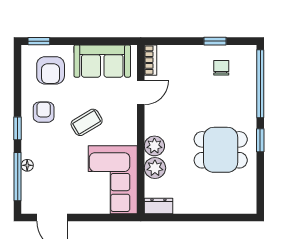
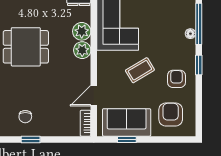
window: (39, 41) -> (127, 139), moved
armchair: (44, 112) -> (176, 79), turned 180

